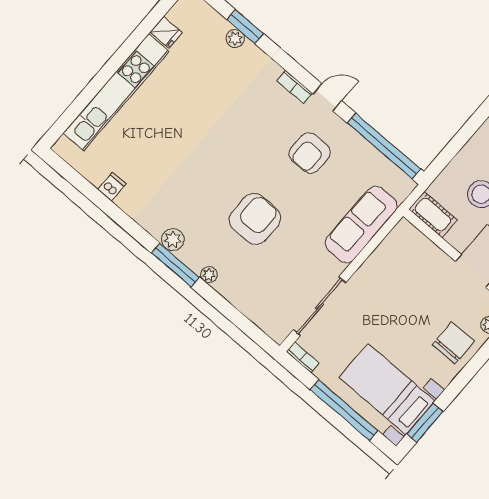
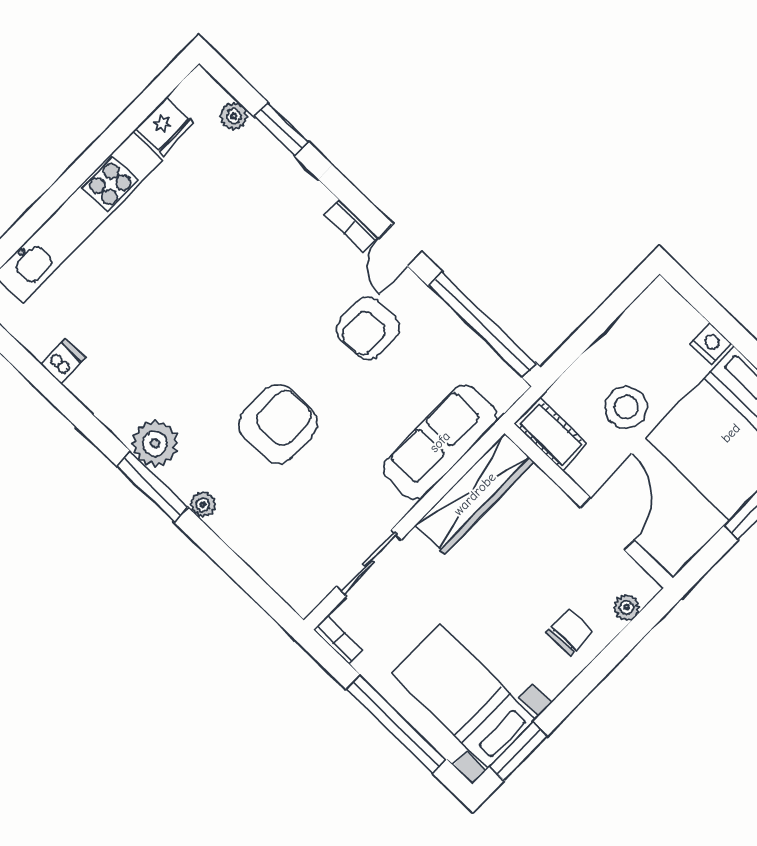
fridge: (166, 32) -> (164, 126), width x1.38
plant: (235, 38) -> (234, 116), moved
door: (327, 97) -> (400, 245), swing flipped
plant: (173, 240) -> (155, 443), width x1.36, depth x1.36
wardrobe: (386, 257) -> (475, 494), added
sliding door: (320, 306) -> (369, 563), width x0.73
chair: (453, 343) -> (570, 632), width x0.73, depth x0.73

